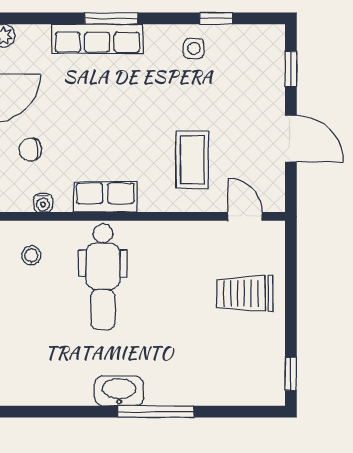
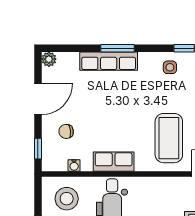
coffee table: (192, 160) -> (169, 138), width x1.36, depth x1.32
stool: (31, 255) -> (67, 199), width x1.89, depth x1.89

